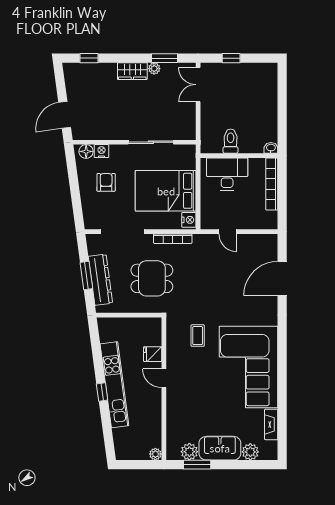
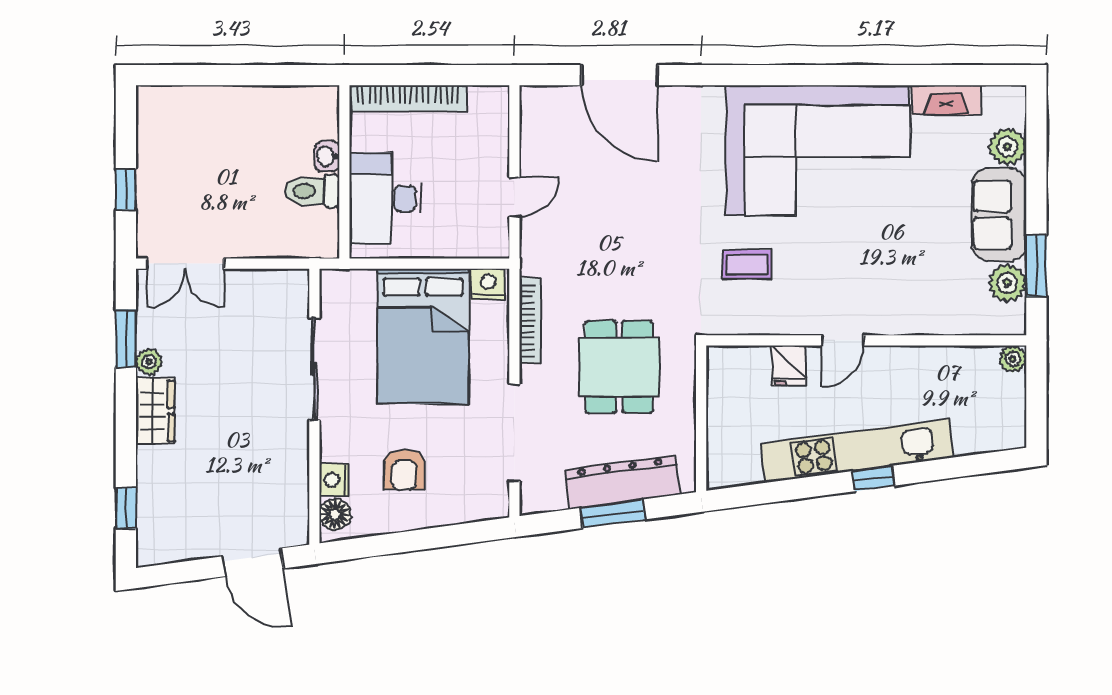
washbasin: (271, 148) -> (327, 156), moved
armchair: (106, 182) -> (404, 470), turned -89

